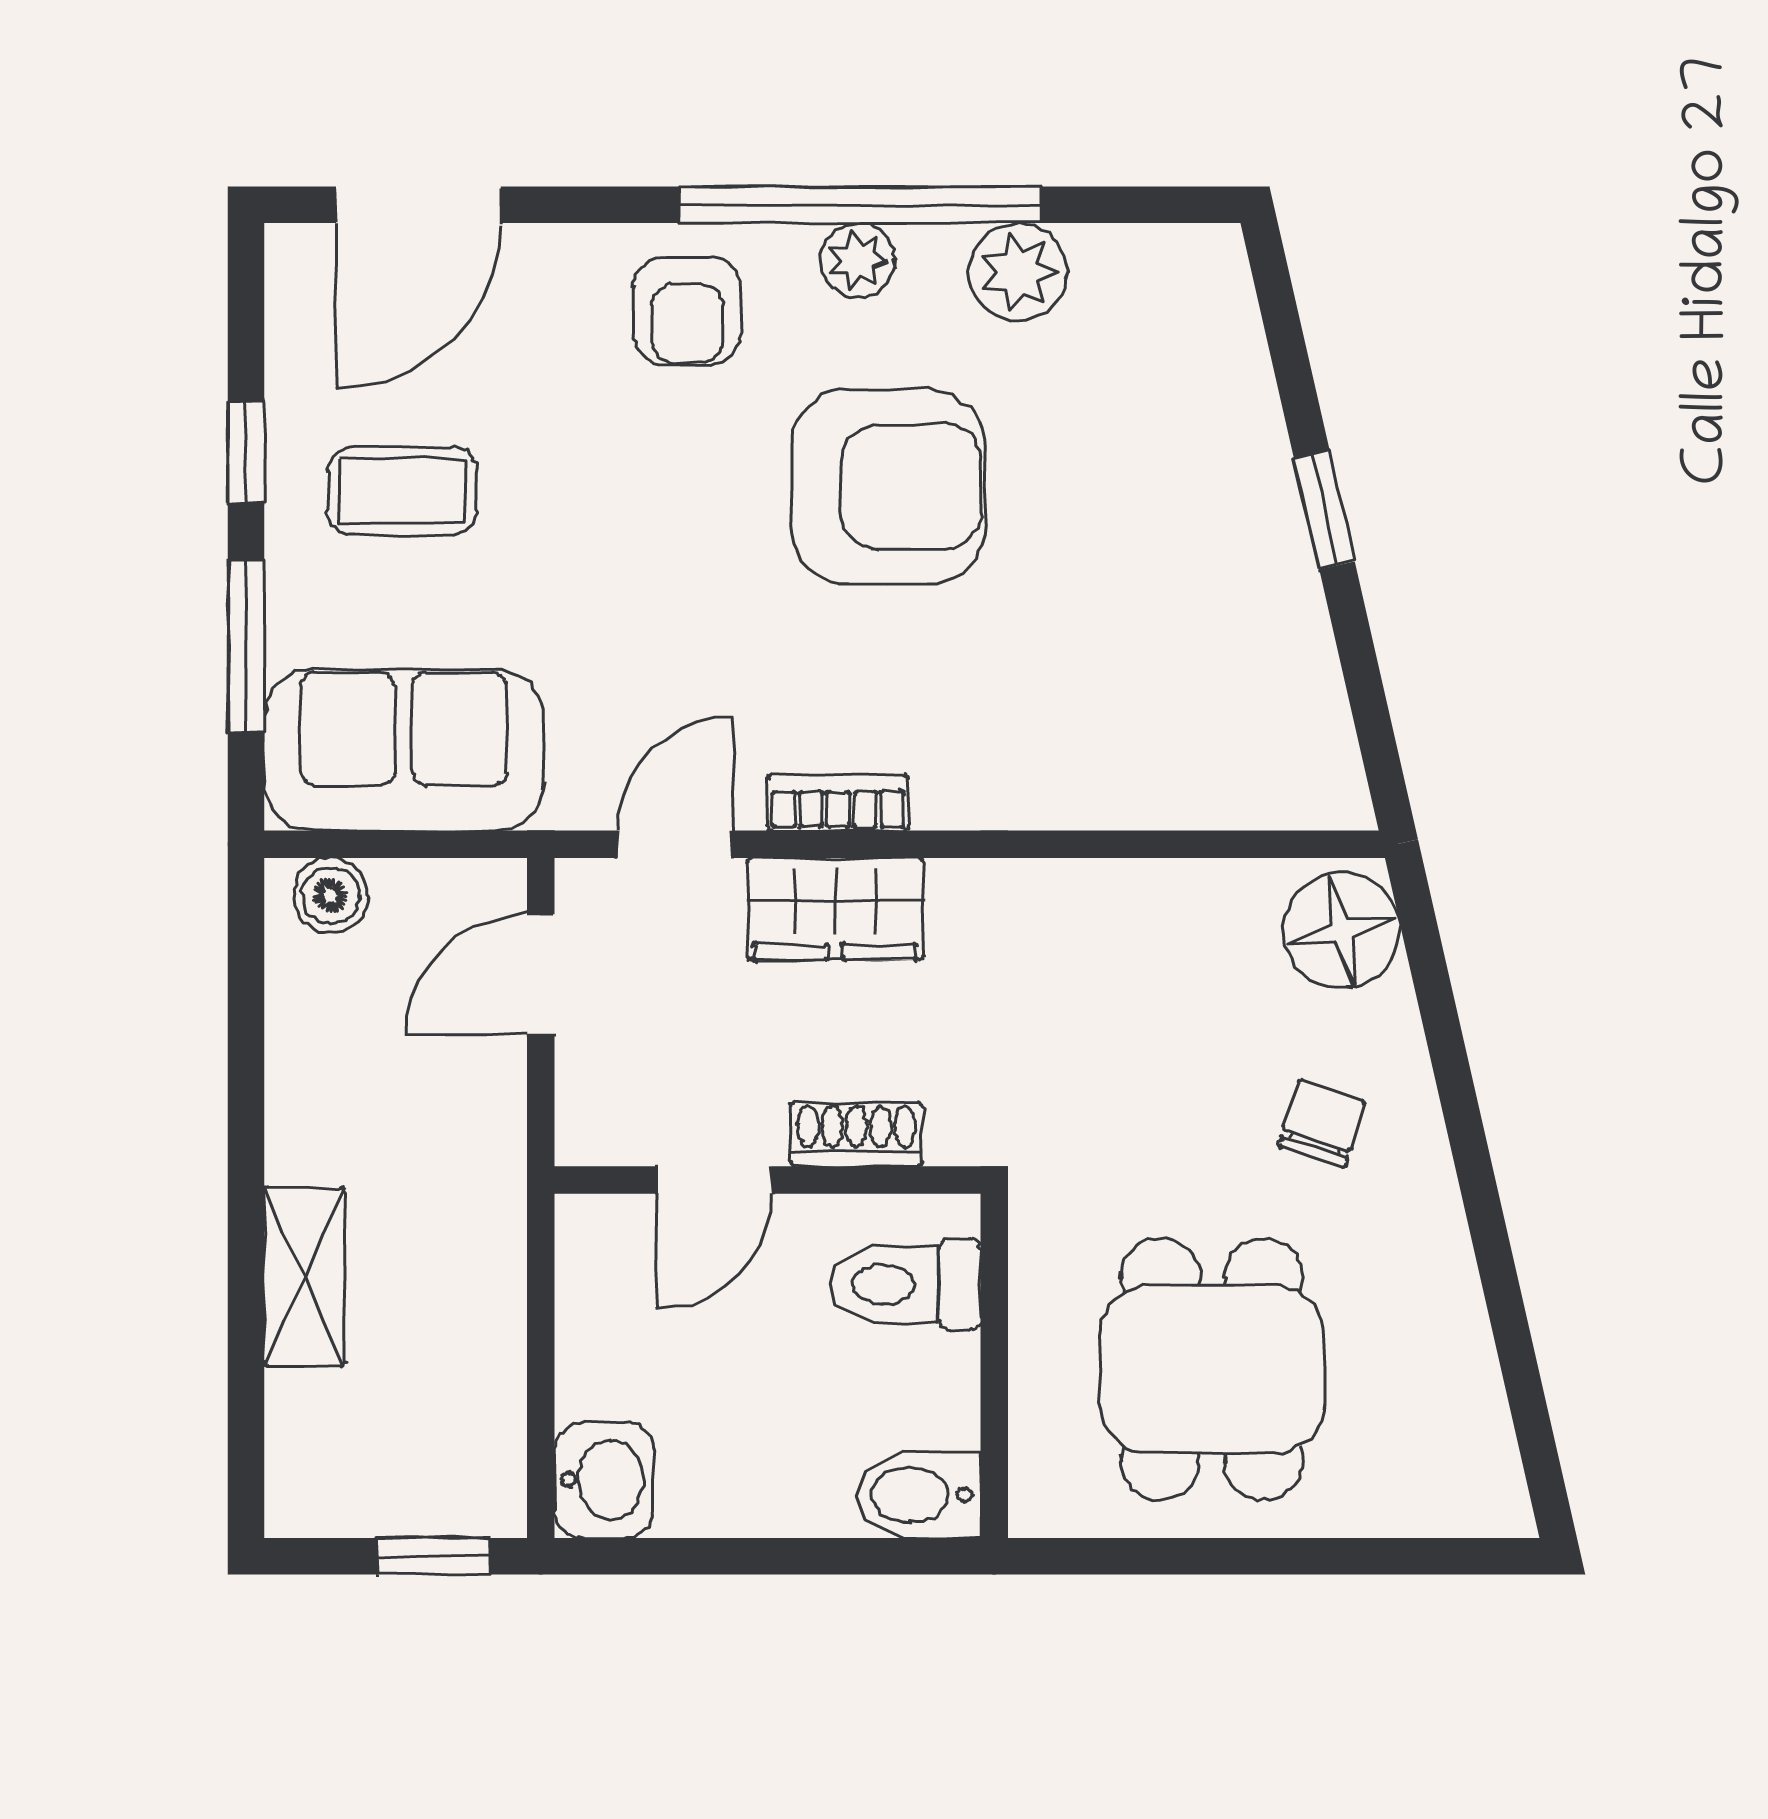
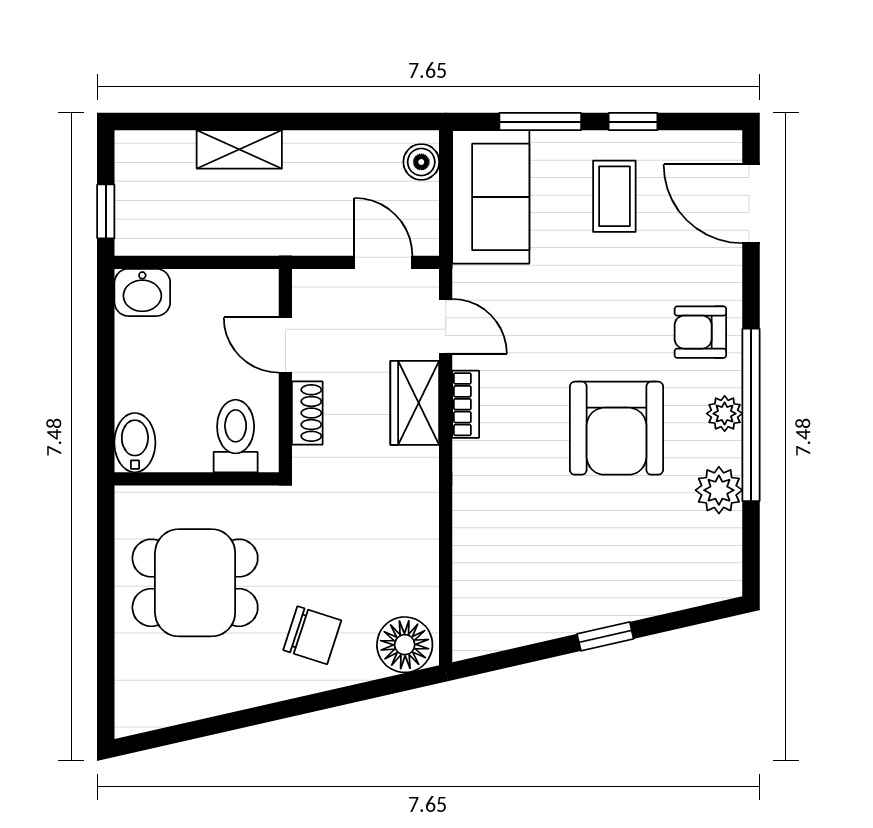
chair: (1322, 1124) -> (312, 635), width x1.37, depth x1.37

